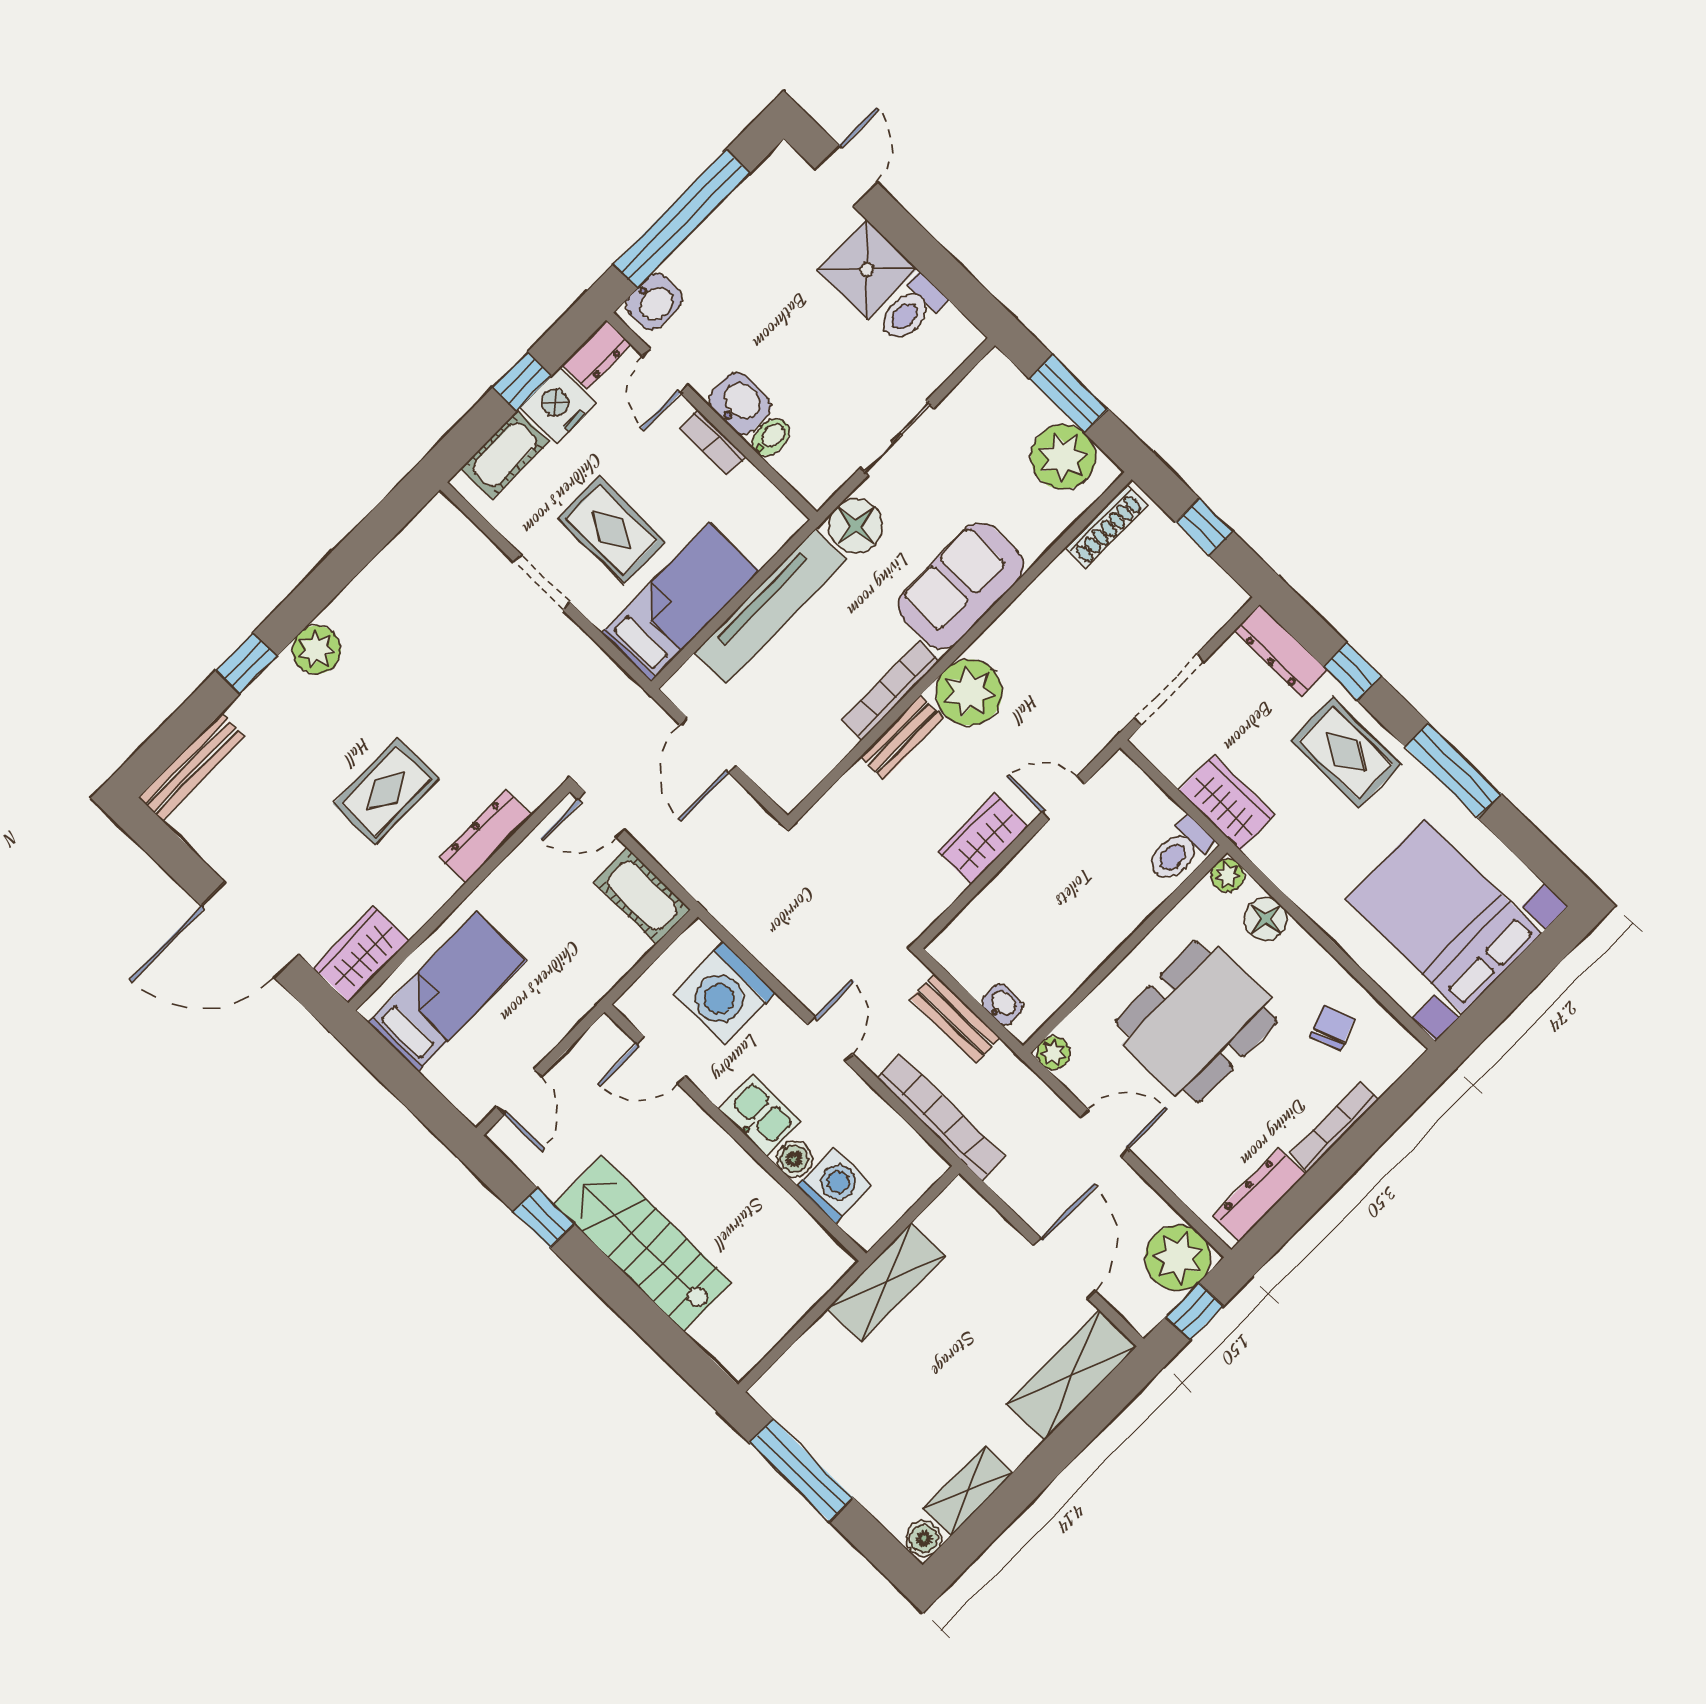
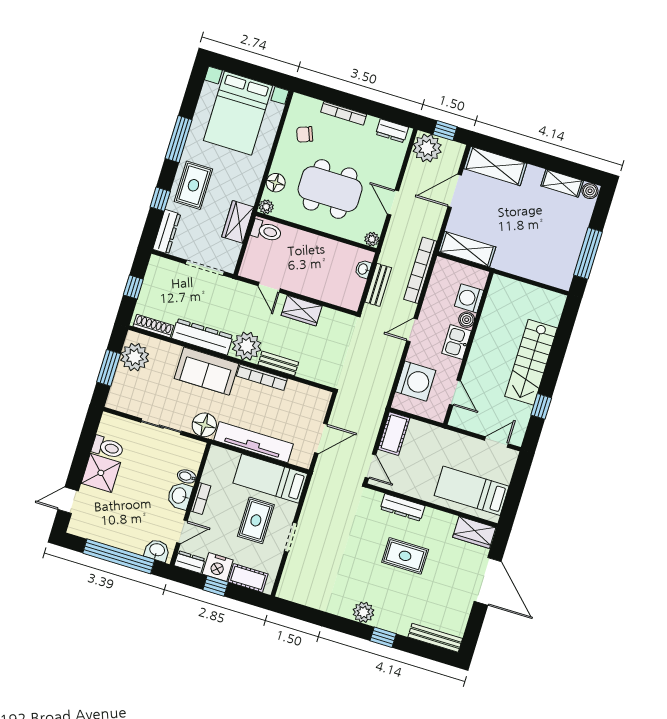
dresser: (1034, 613) -> (202, 337), added
dresser: (1259, 1195) -> (392, 131), width x0.70
shelving: (886, 1282) -> (467, 249), moved

